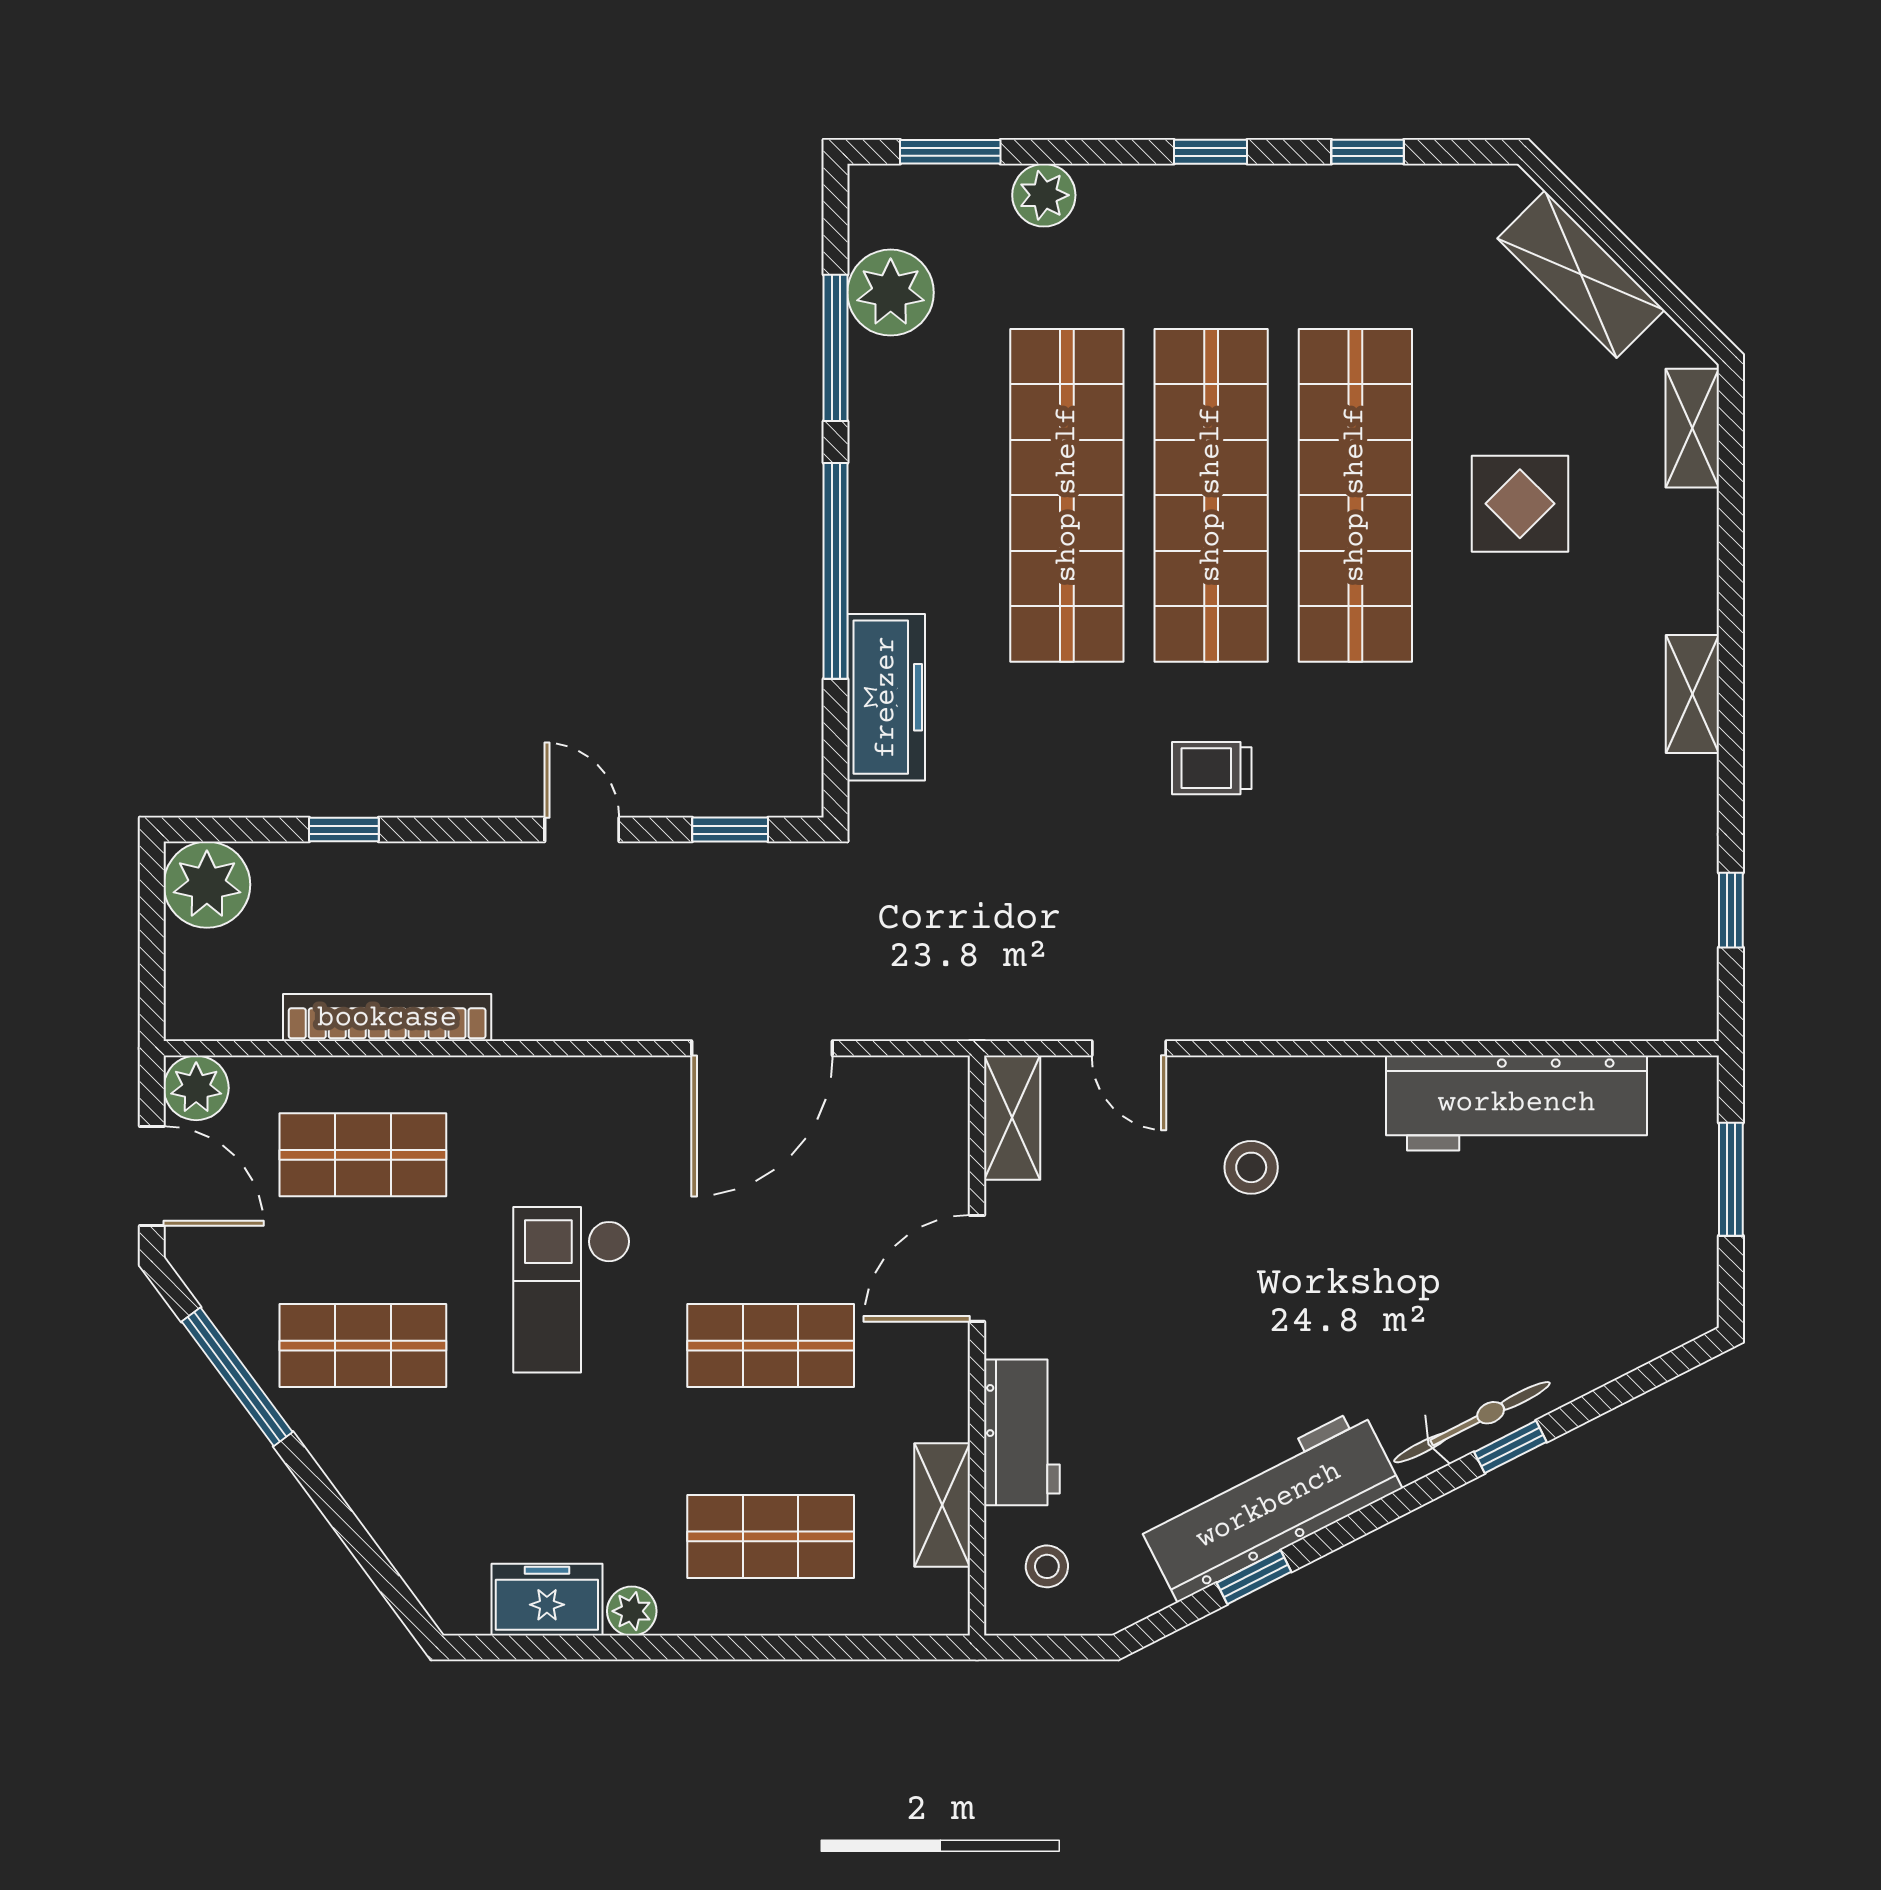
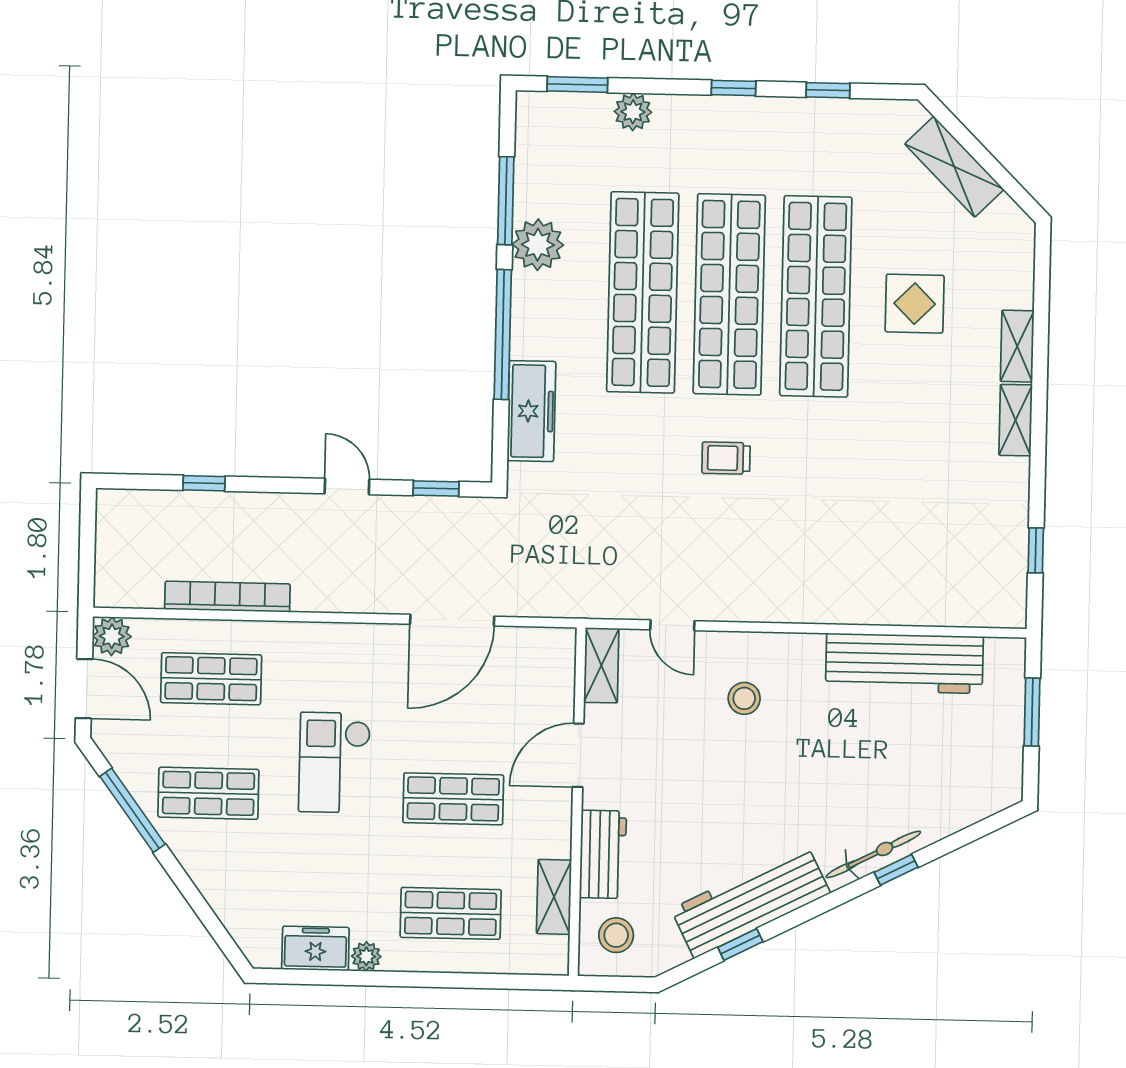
plant: (891, 293) -> (538, 245), moved
shelving: (1692, 428) -> (1017, 346), moved
plant: (207, 885) -> (121, 514), removed
stool: (1047, 1566) -> (616, 935), width x1.37, depth x1.37

